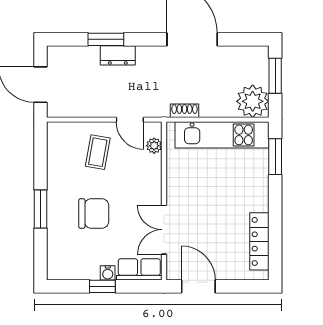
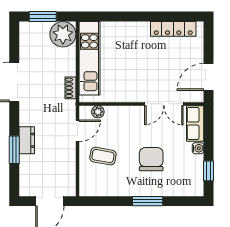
window: (275, 157) -> (106, 17), removed
window: (102, 286) -> (209, 171), moved

